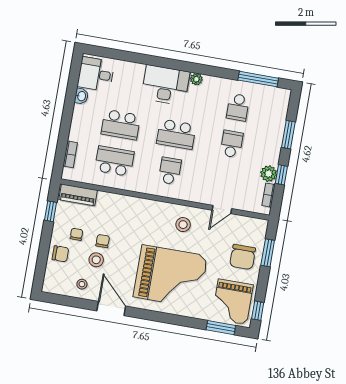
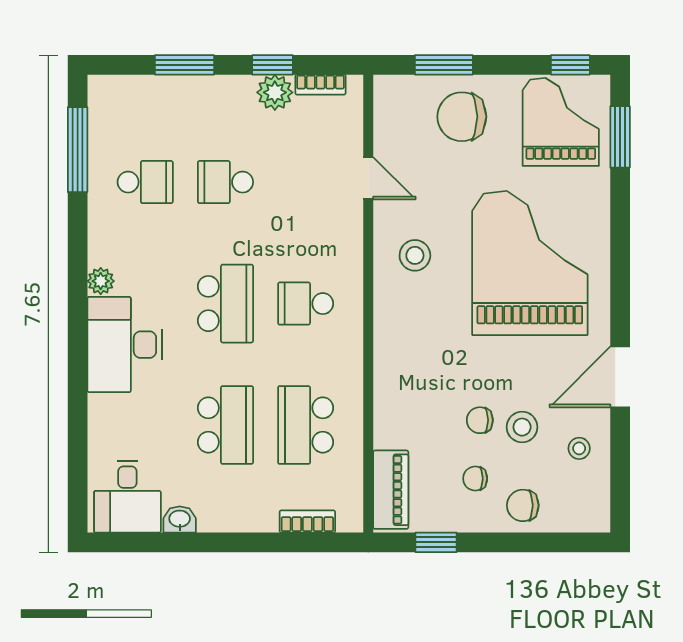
chair: (60, 254) -> (523, 505), turned -90
chair: (243, 257) -> (462, 117), turned 180
grand piano: (232, 302) -> (561, 122), turned -90

